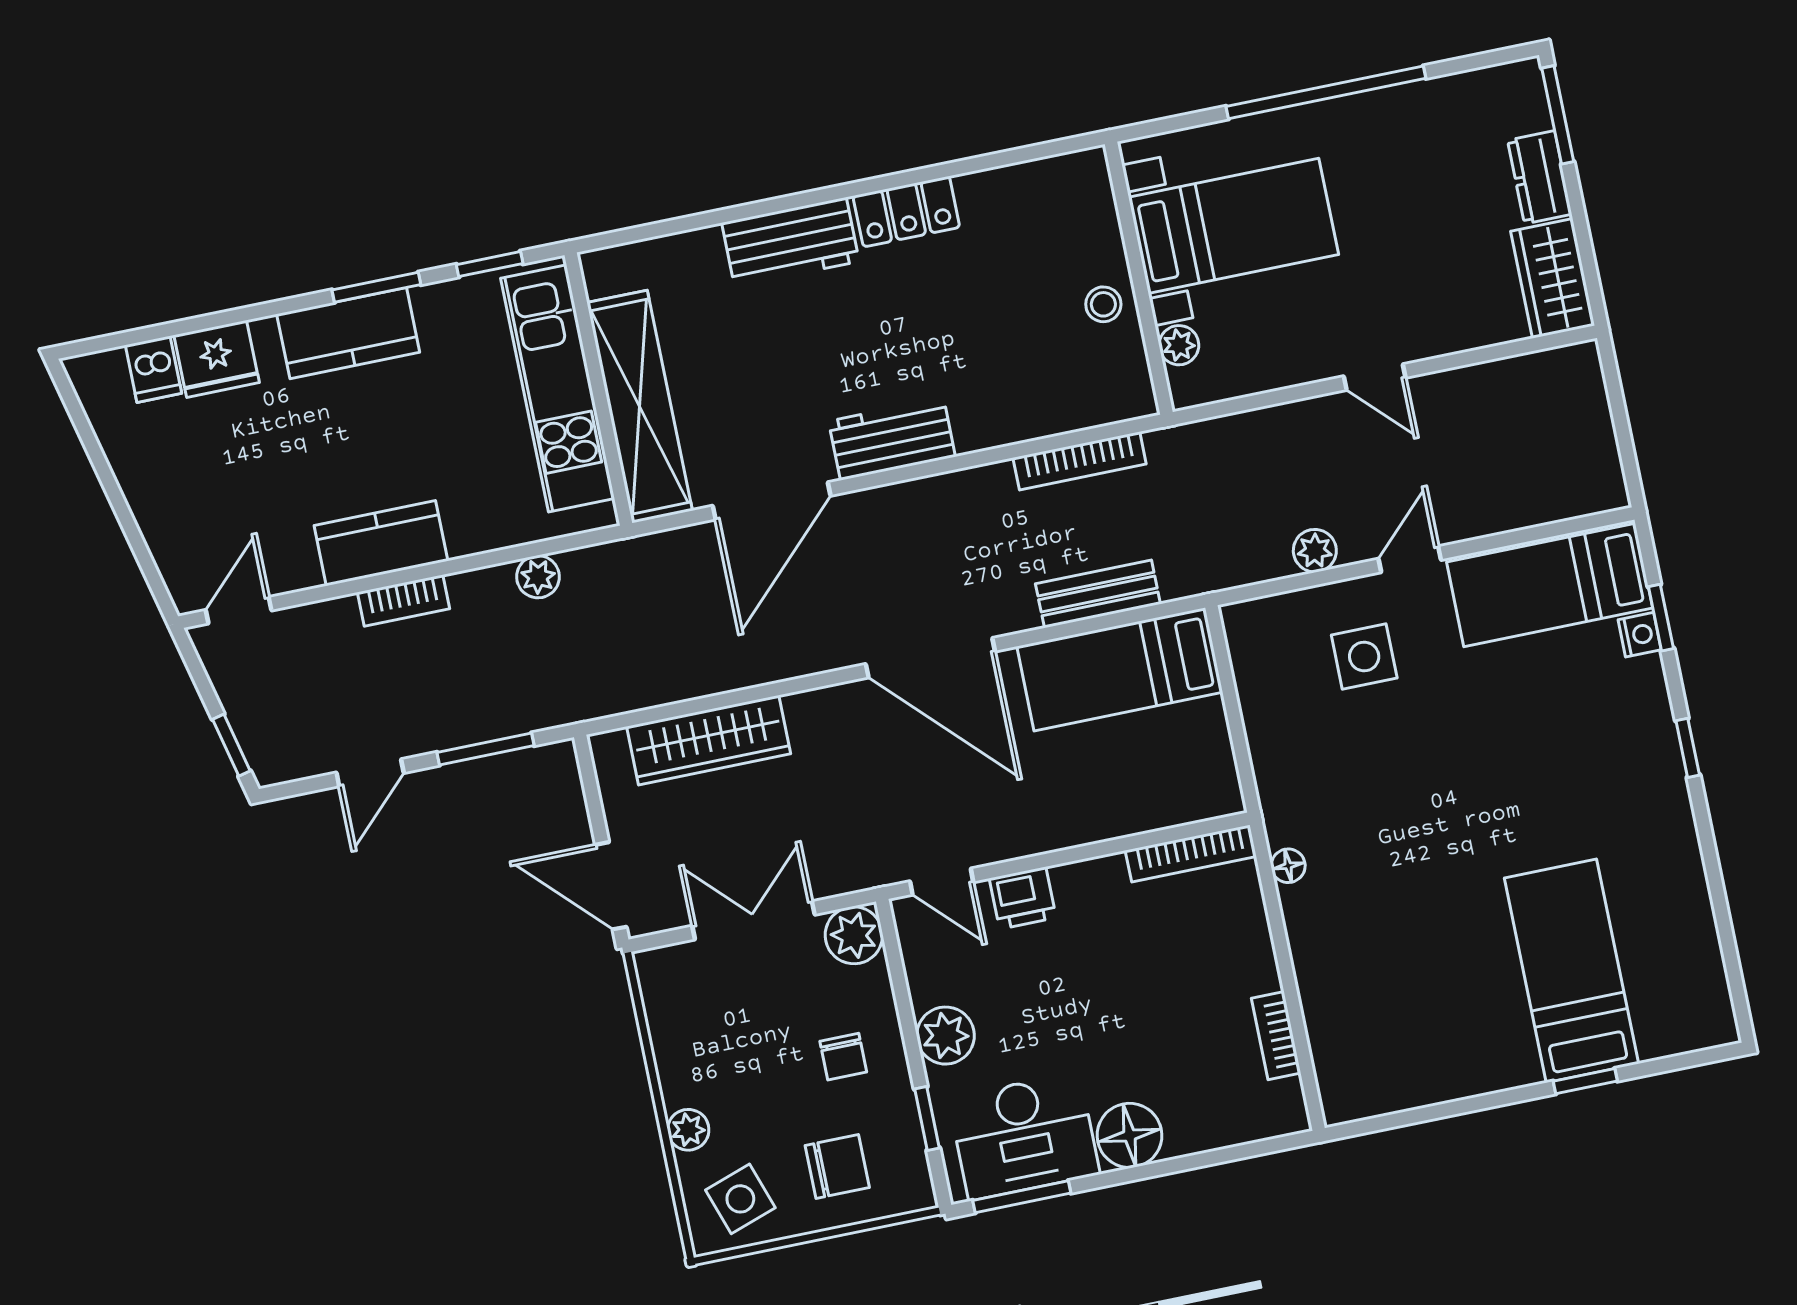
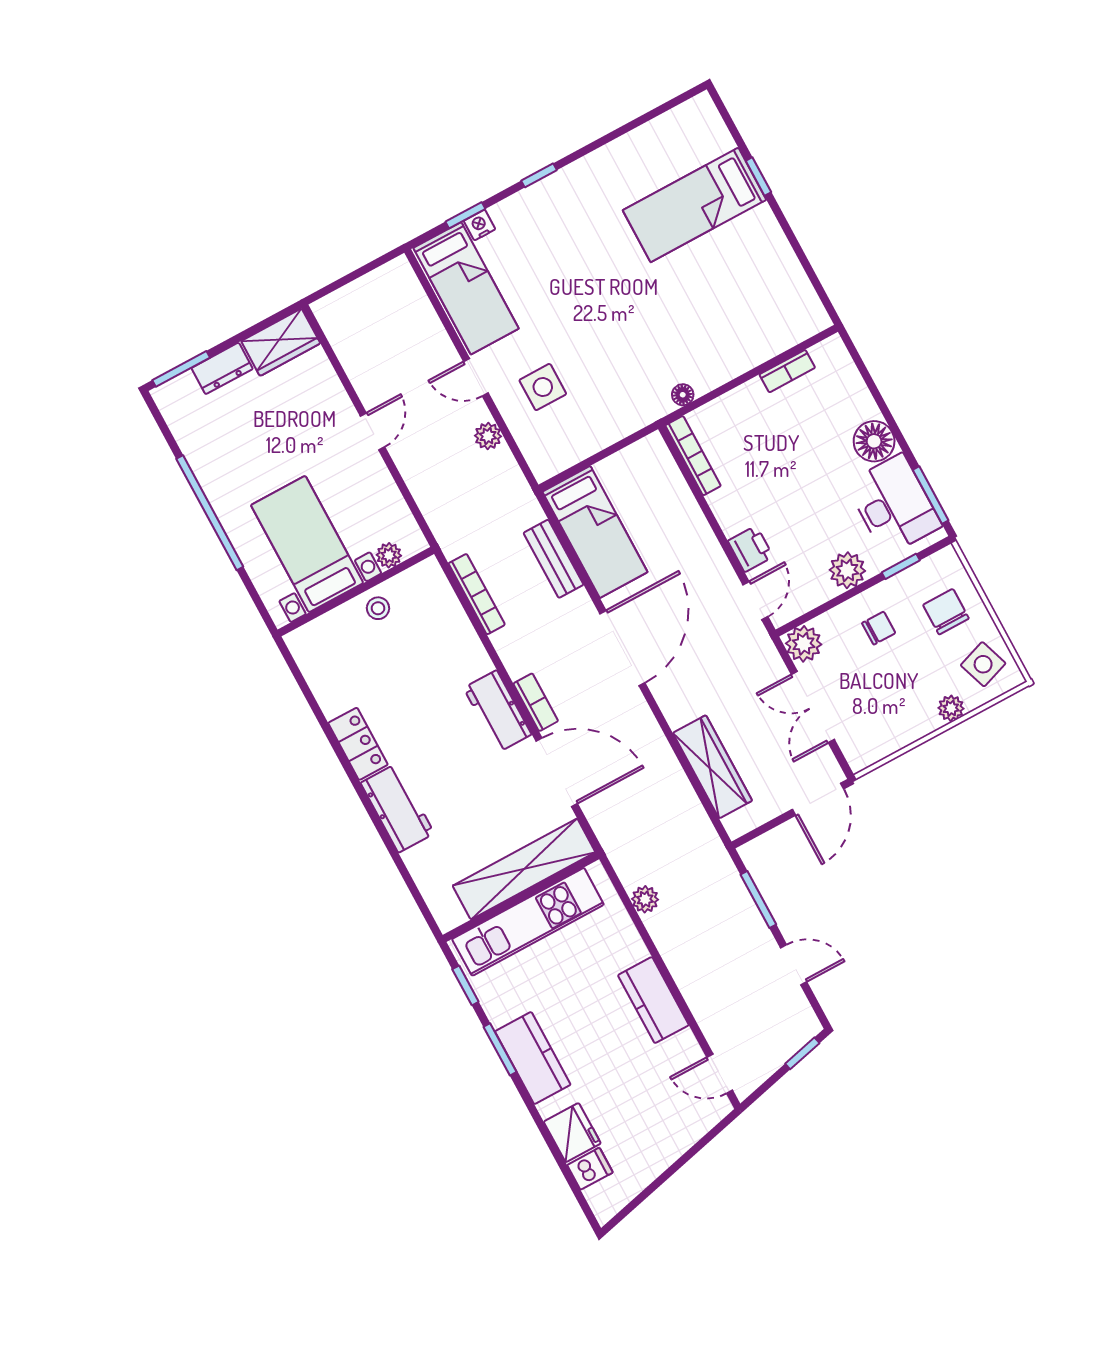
bookcase: (403, 600) -> (536, 702), moved

